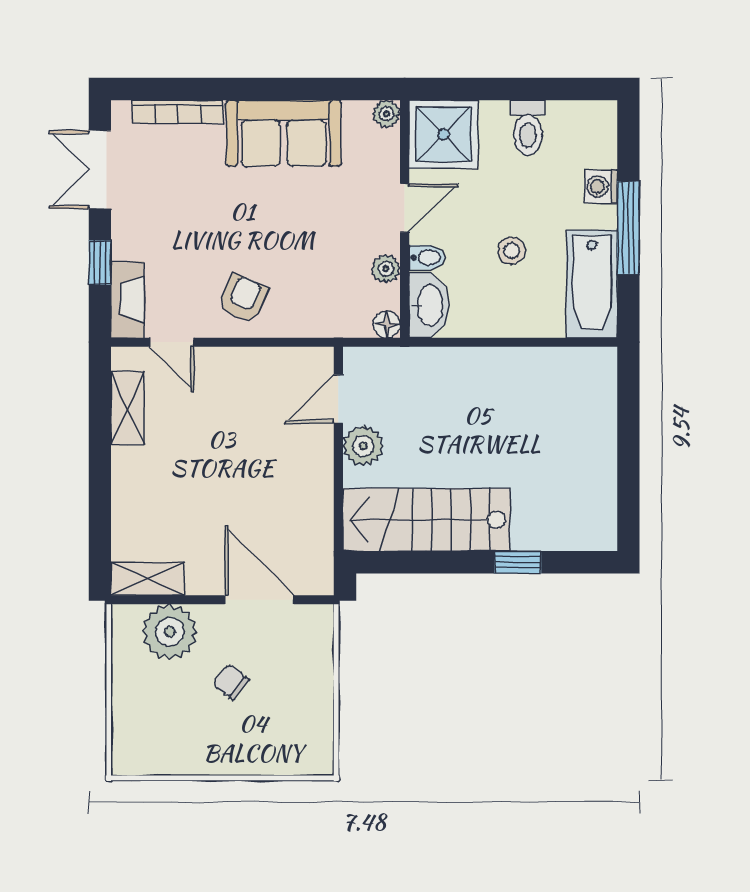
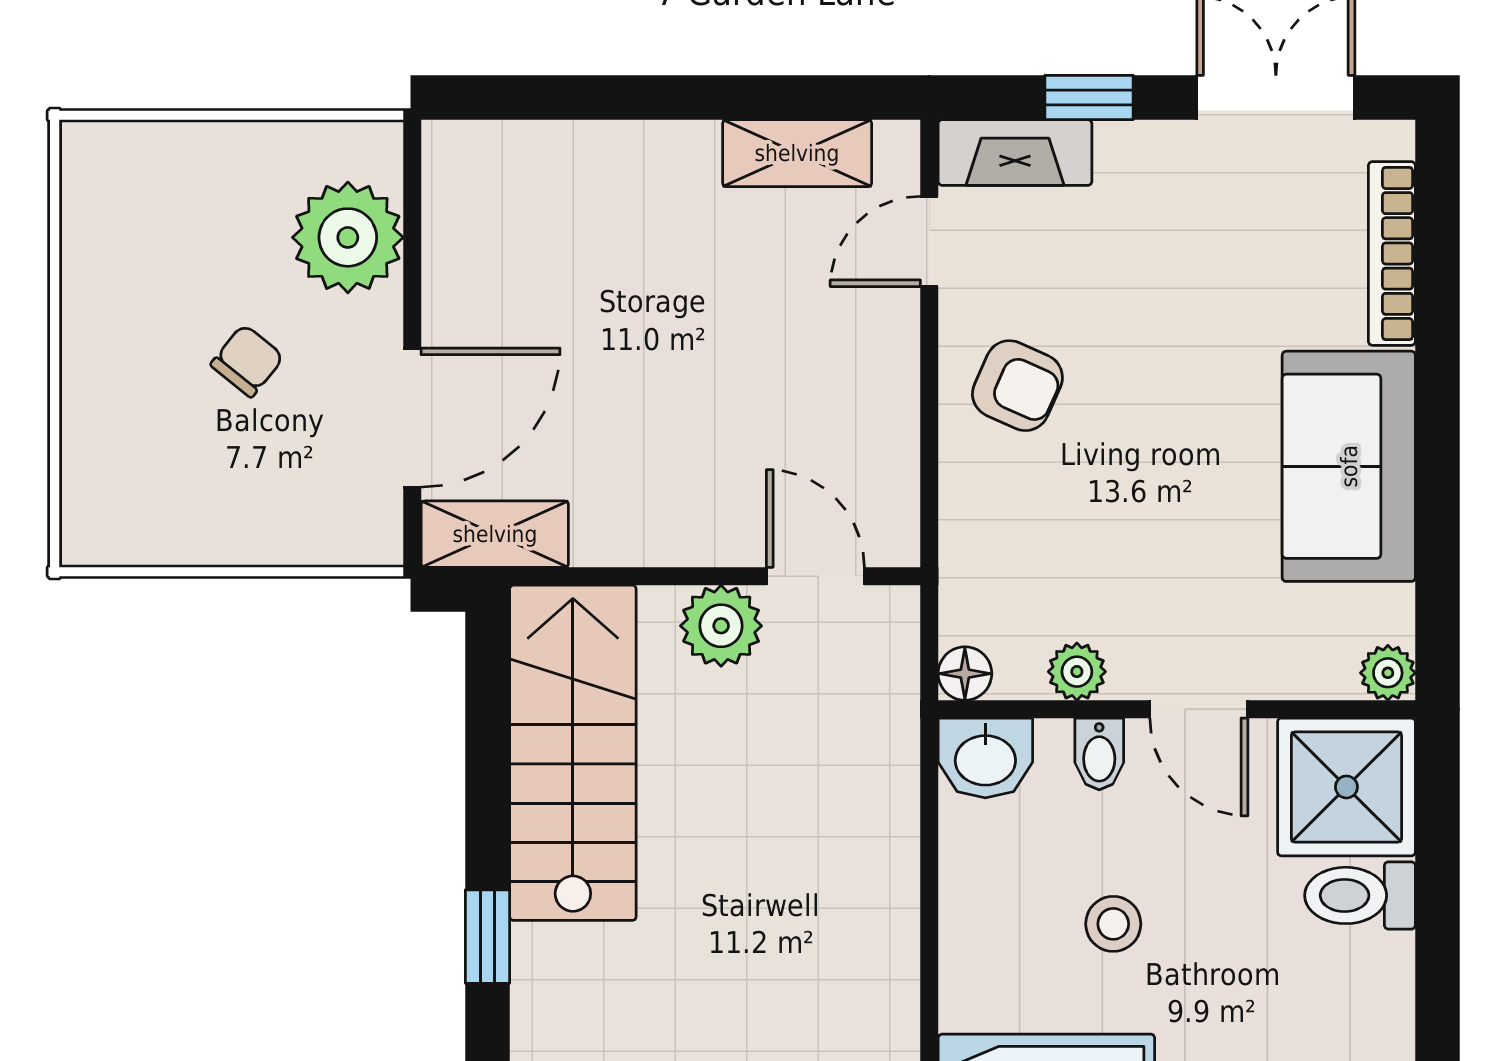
toilet: (528, 128) -> (1360, 895), moved
washbasin: (429, 305) -> (985, 758), width x0.72
shelving: (148, 579) -> (495, 534), moved, turned 90

